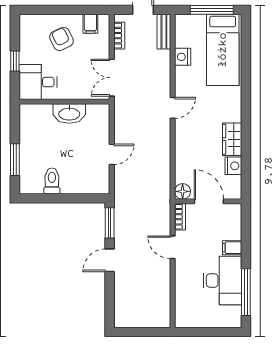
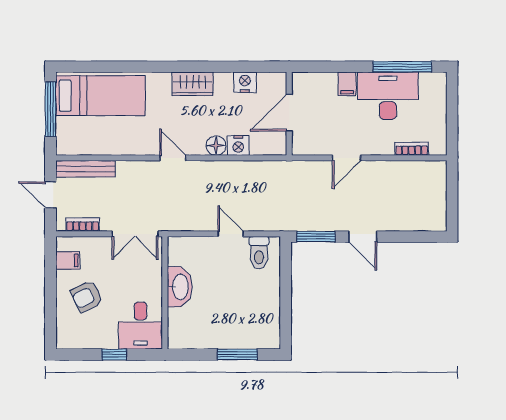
bench: (164, 32) -> (85, 169), width x1.36
nightstand: (183, 57) -> (238, 146), moved
wardrobe: (232, 139) -> (193, 84), moved
toilet: (52, 181) -> (259, 253), moved, turned -90
floor lamp: (183, 191) -> (216, 146), moved
bookcase: (180, 217) -> (412, 149), moved

